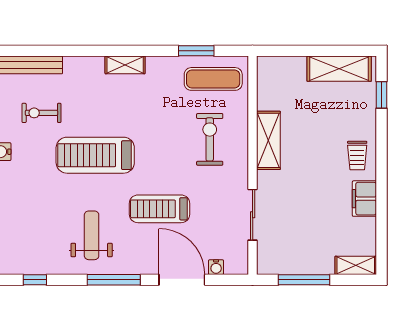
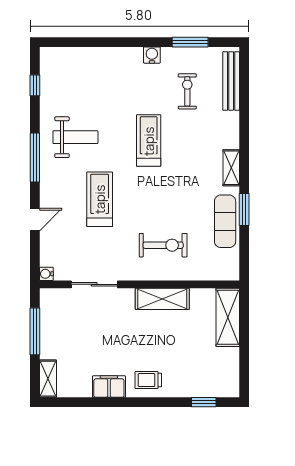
window: (196, 51) -> (244, 210), moved
shelving: (339, 69) -> (228, 317), moved
exercise mat: (213, 79) -> (225, 221), moved
treadmill: (95, 155) -> (149, 141), width x0.73, depth x0.73
water cooler: (216, 267) -> (46, 274), moved
door: (182, 280) -> (35, 220), width x0.53

